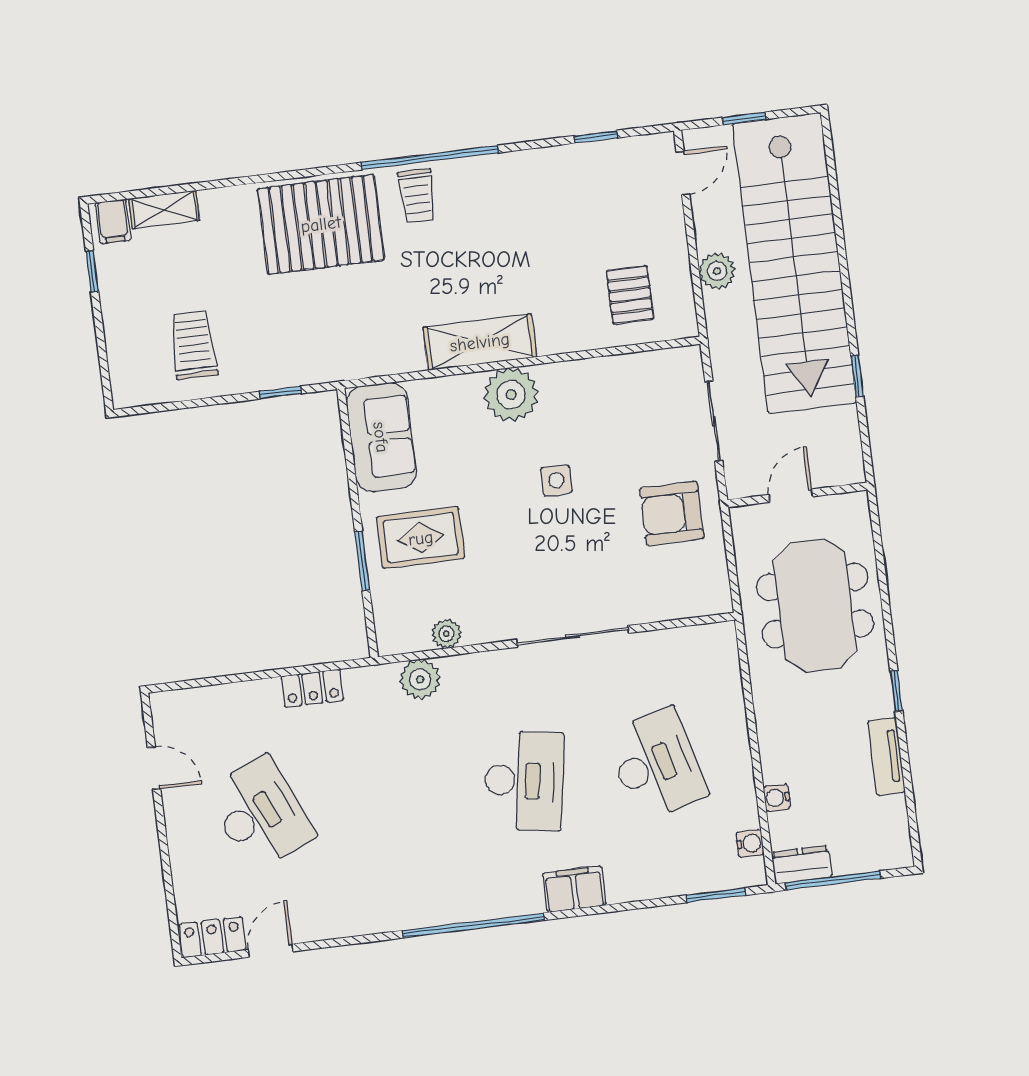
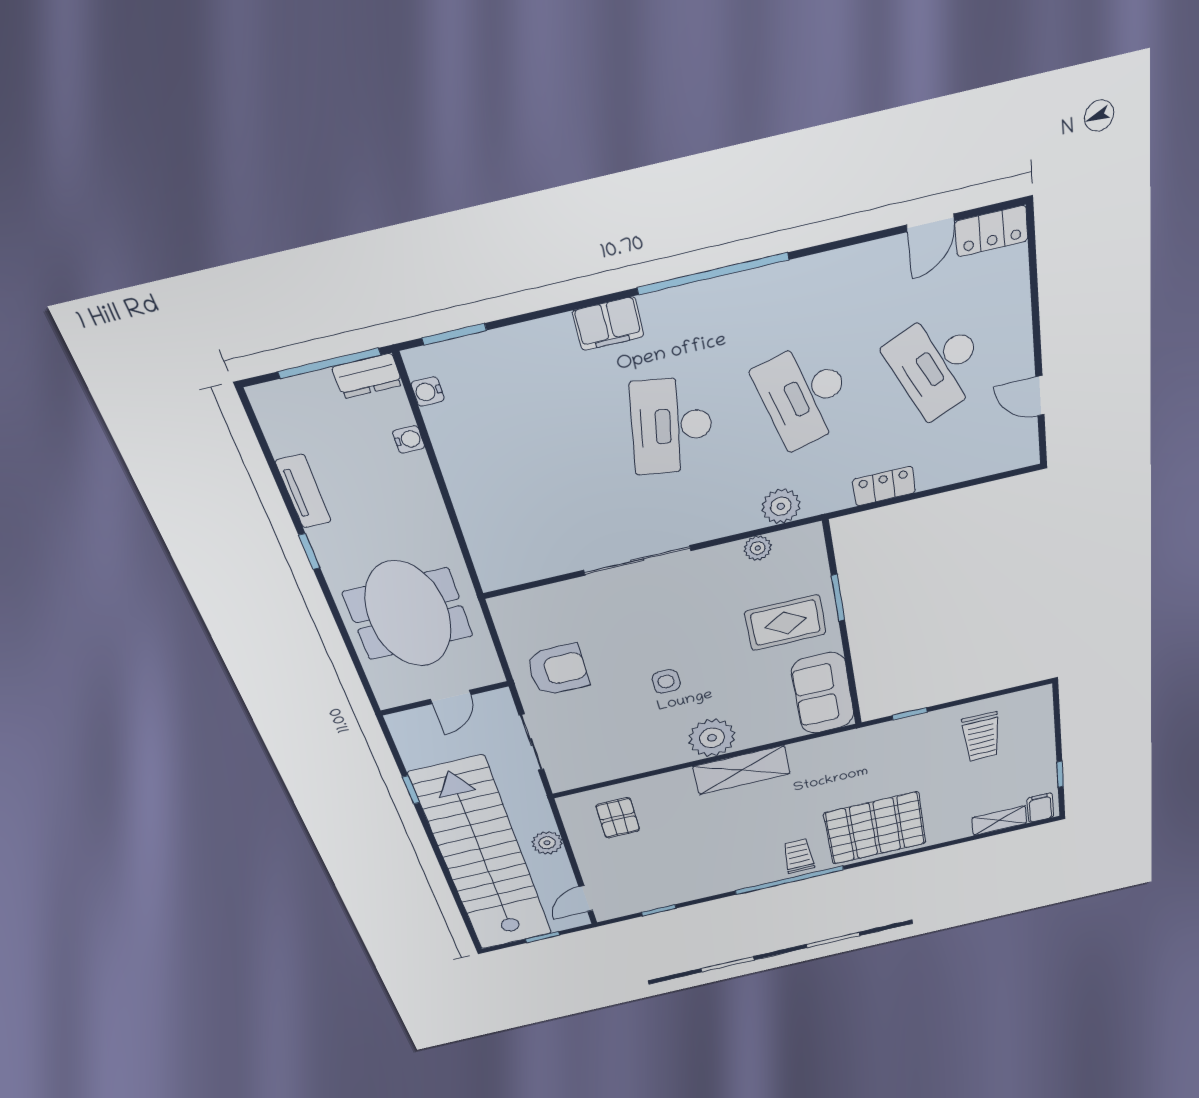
desk: (656, 764) -> (805, 395), moved

